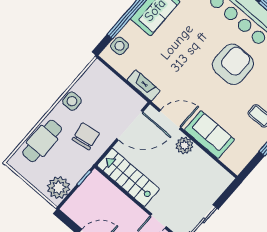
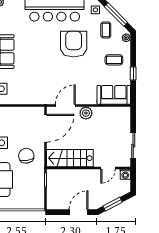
fireplace: (144, 85) -> (34, 99), removed
sofa: (209, 135) -> (114, 95), moved
plant: (59, 188) -> (36, 198), removed

